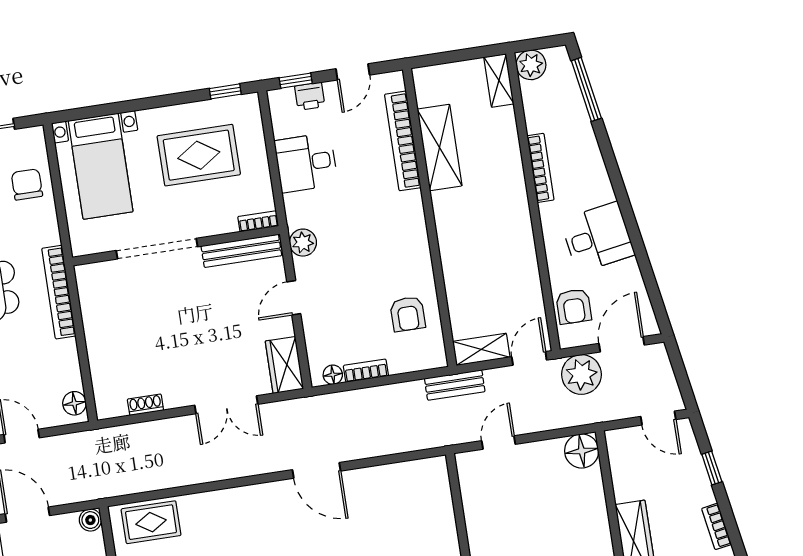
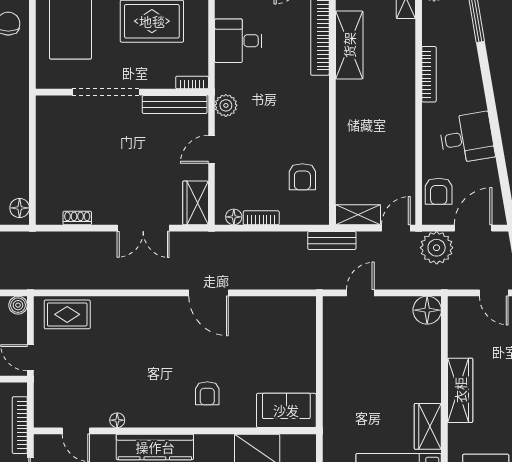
bookcase: (59, 292) -> (21, 115), removed

